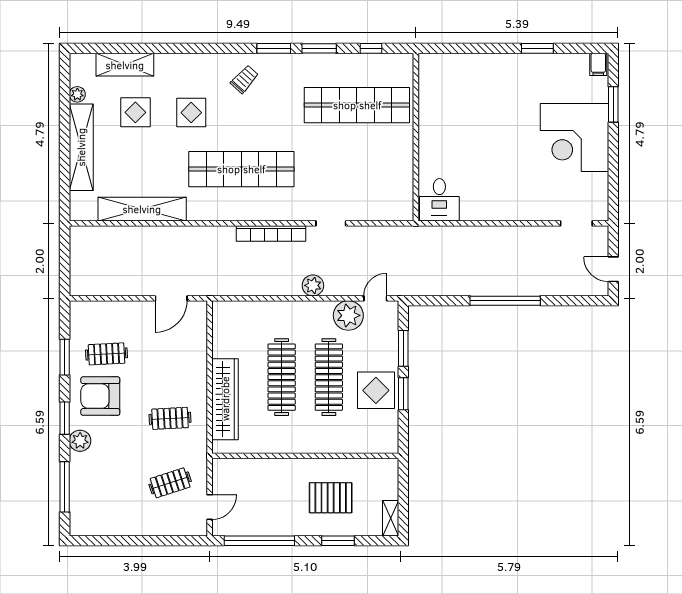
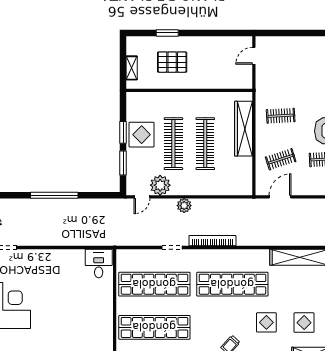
shop shelf: (357, 169) -> (154, 284), added
clothes rail: (170, 483) -> (281, 159), moved
shelving: (391, 518) -> (132, 68), moved
window: (259, 541) -> (220, 33), removed

